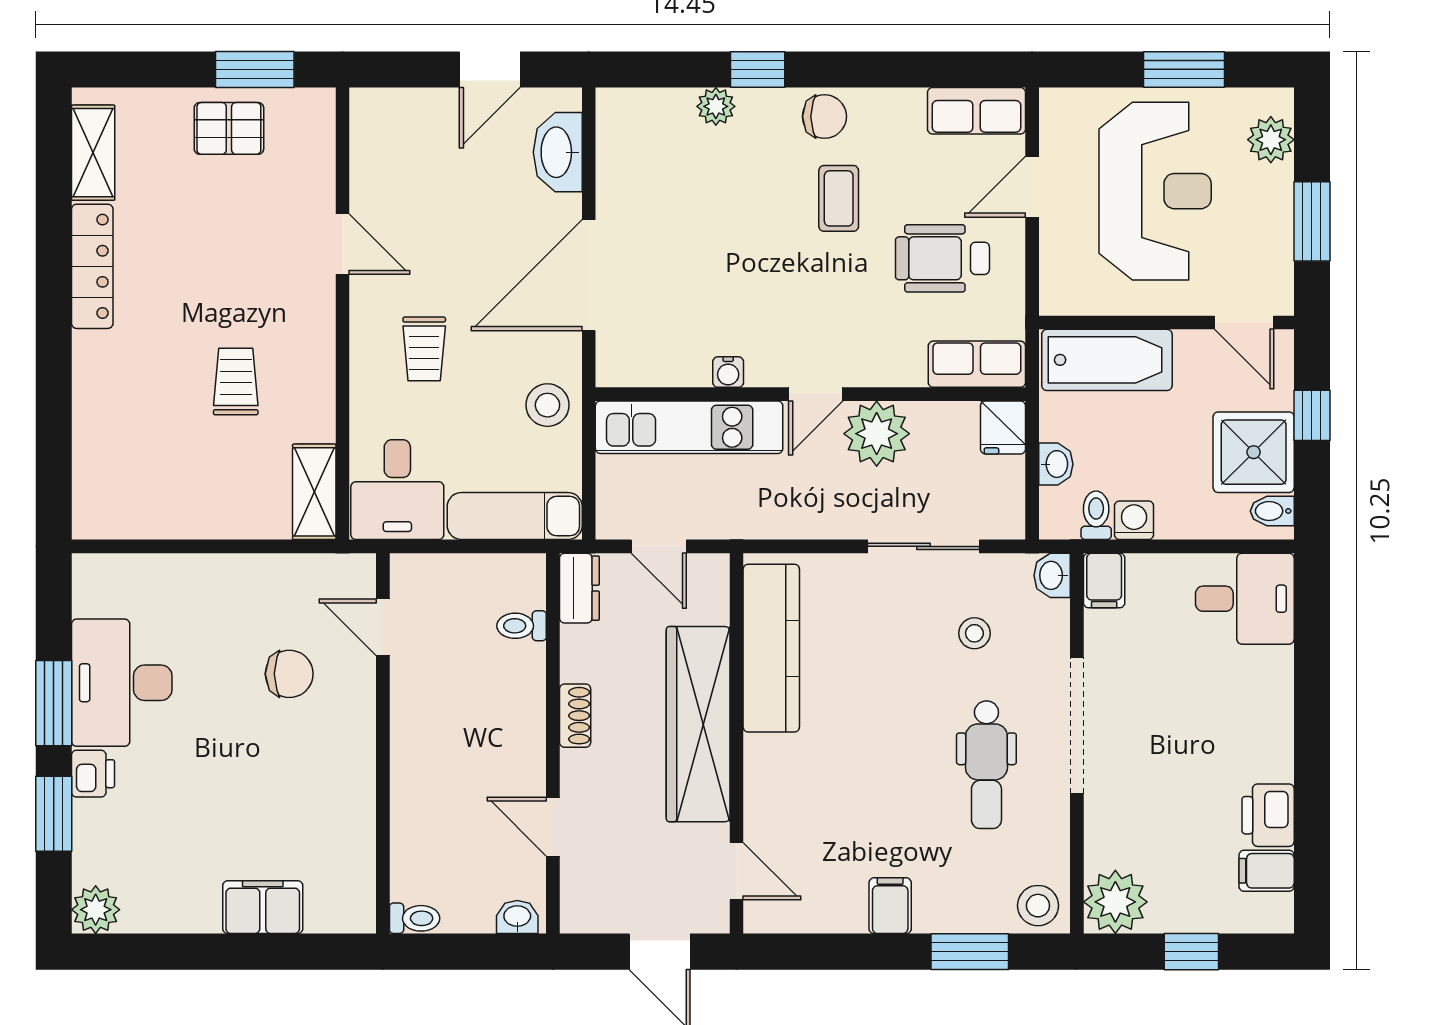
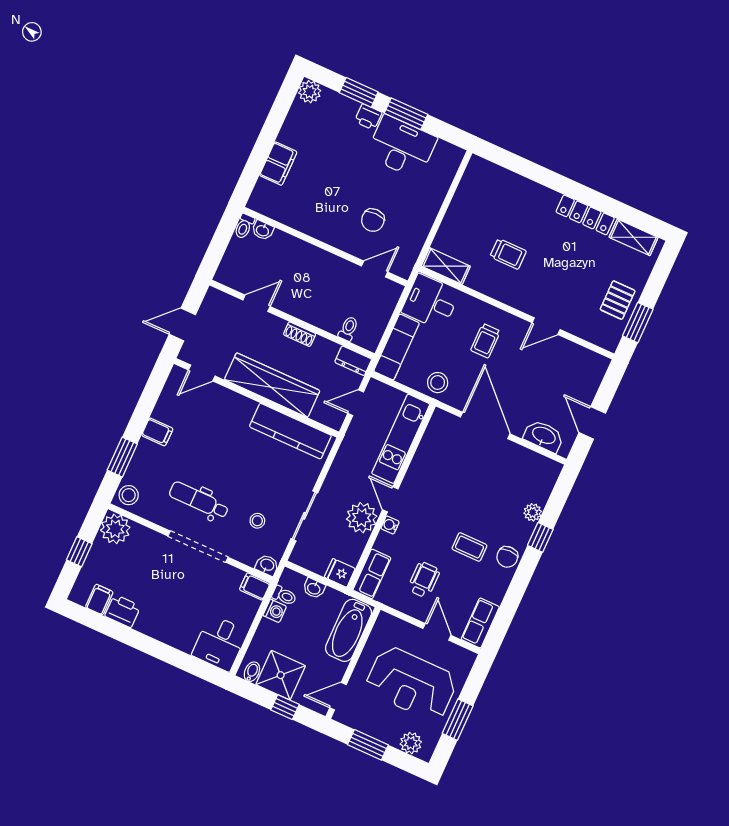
wheelchair: (942, 258) -> (424, 580), width x0.73, depth x0.73
trolley: (424, 349) -> (486, 341), turned -90
water cooler: (728, 372) -> (390, 525), moved
washbasin: (517, 917) -> (263, 230), moved, turned 90

